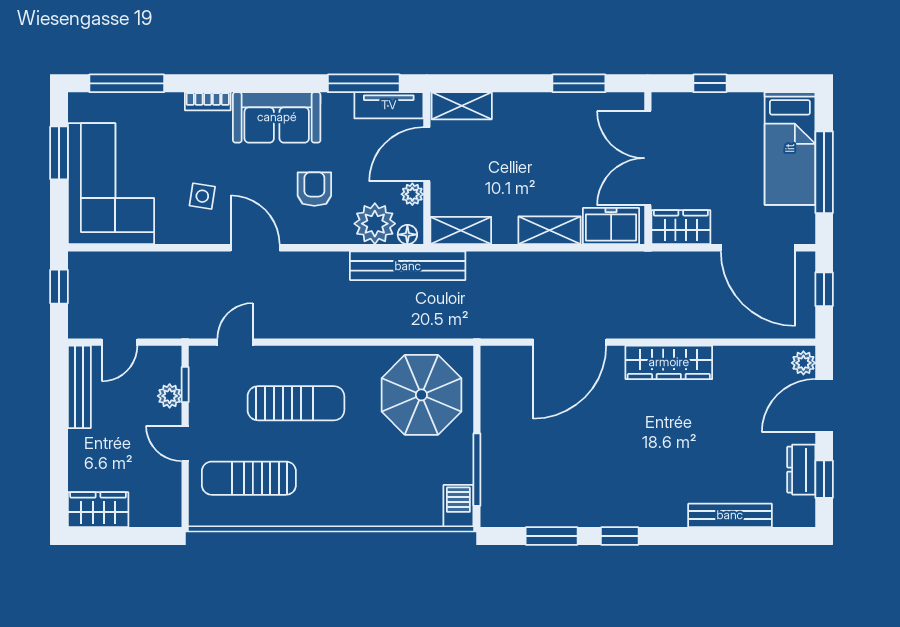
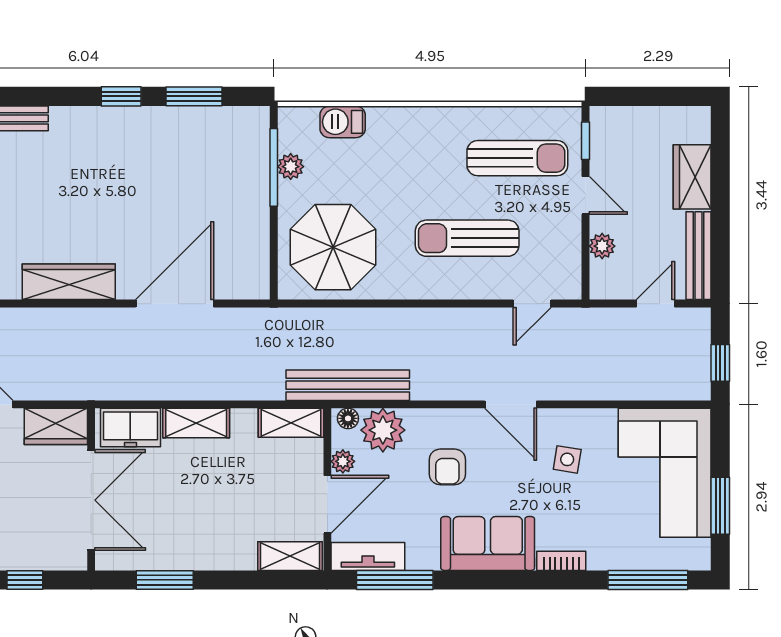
window: (185, 385) -> (585, 141), moved
plant: (461, 470) -> (291, 167), added
barbecue: (458, 506) -> (343, 122), moved, turned 90
wardrobe: (98, 510) -> (692, 177), moved, turned 90

